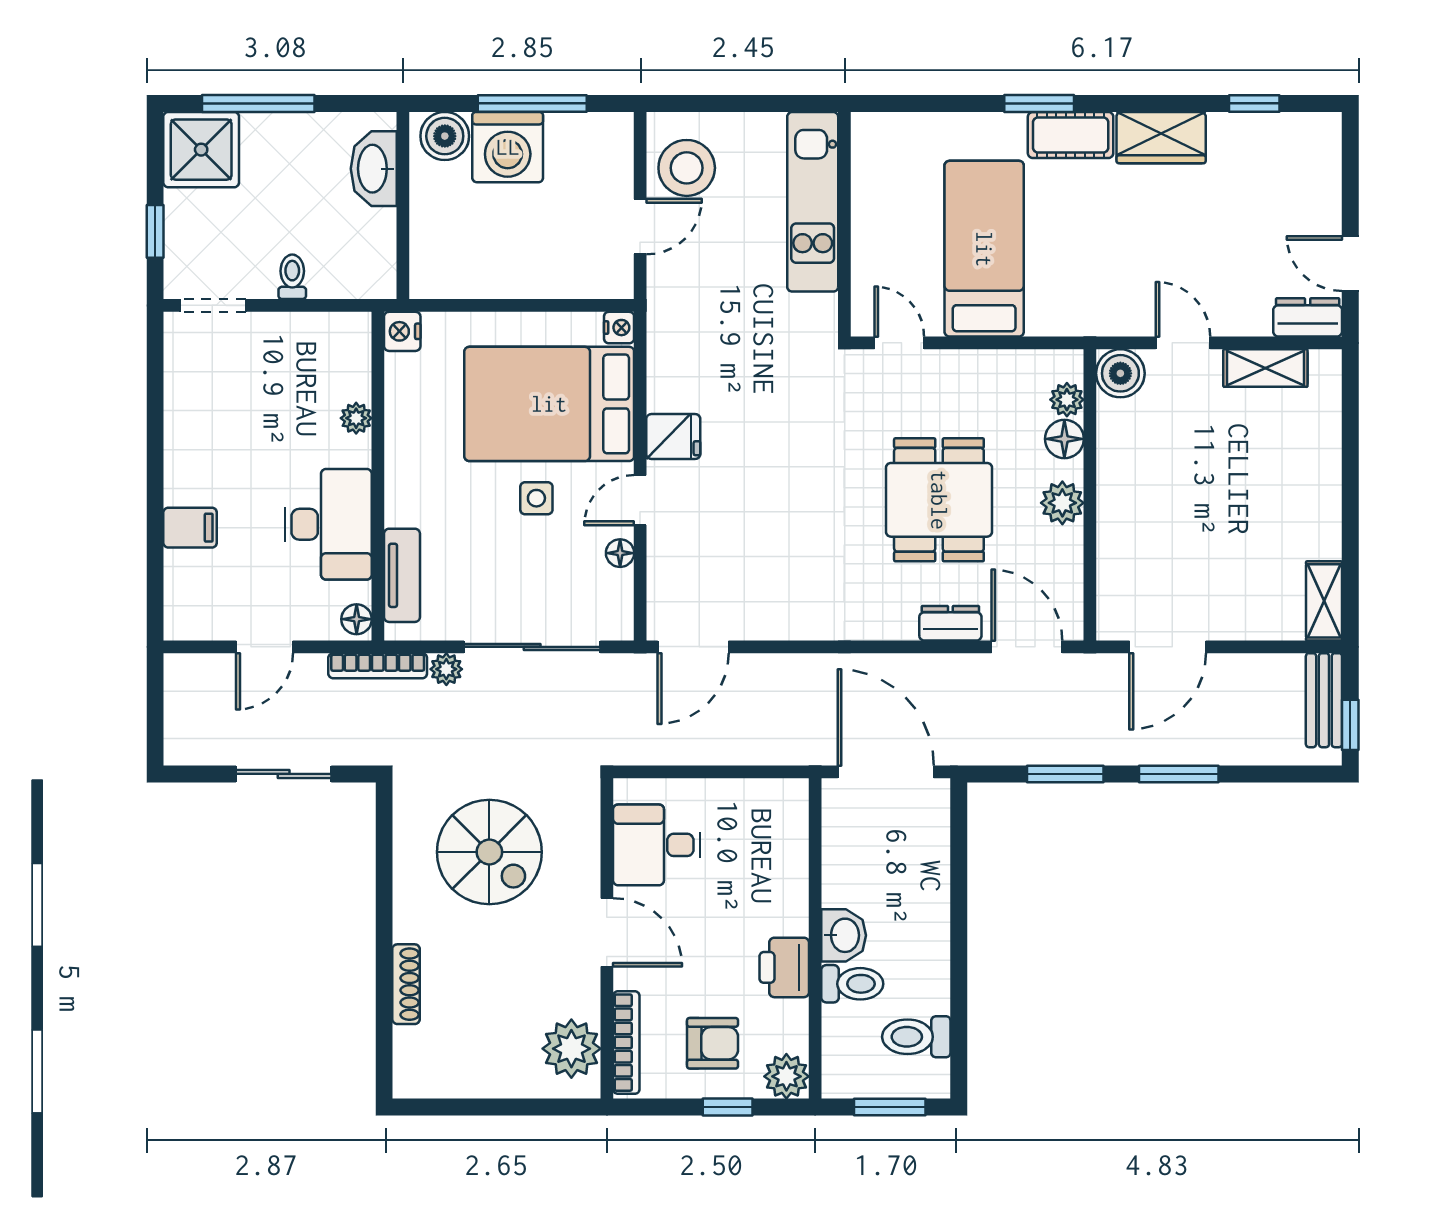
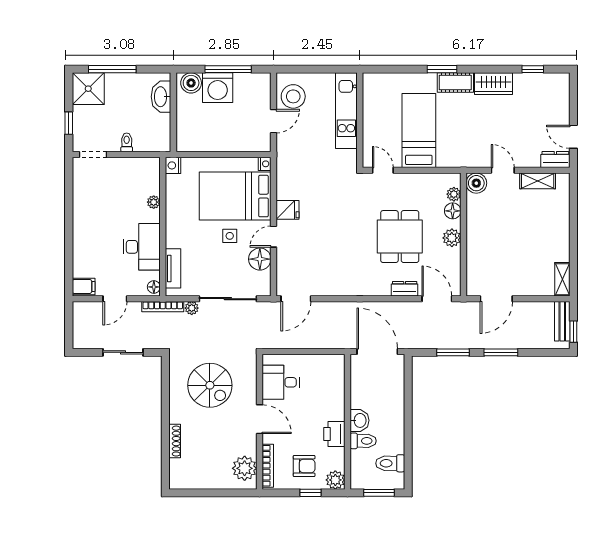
filing cabinet: (190, 528) -> (84, 286), moved
floor lamp: (620, 553) -> (260, 259), width x1.89, depth x1.89

